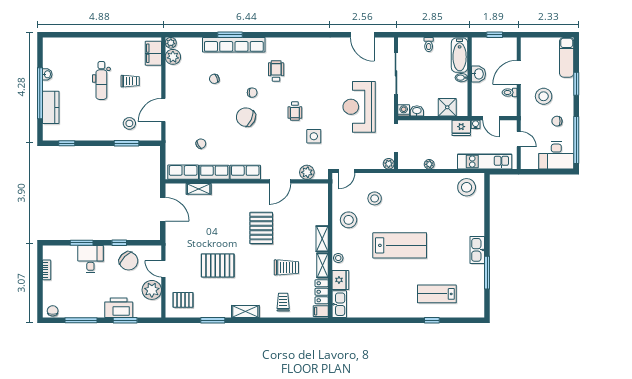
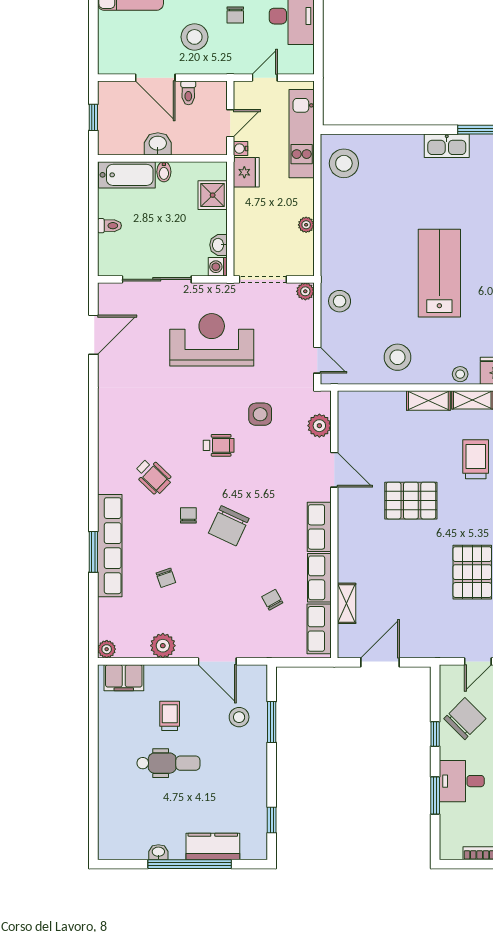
plant: (173, 57) -> (163, 646), moved
wheelchair: (276, 71) -> (153, 476), turned -136
reception desk: (359, 107) -> (212, 340), turned 180
stool: (375, 198) -> (340, 301), moved

